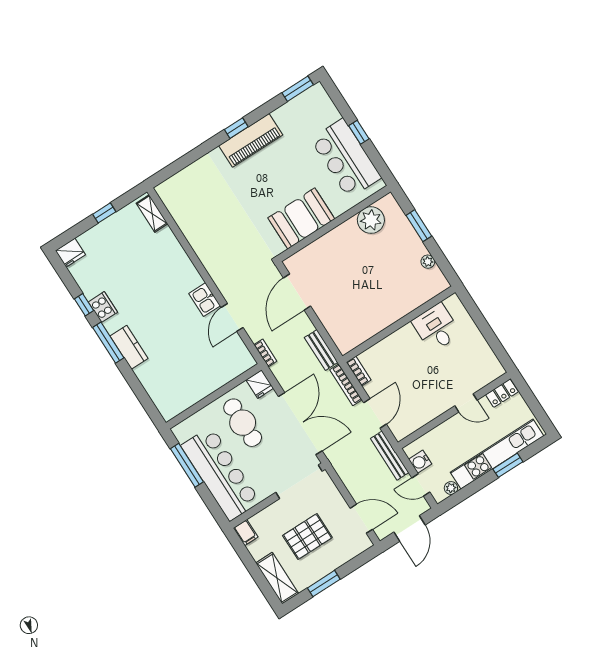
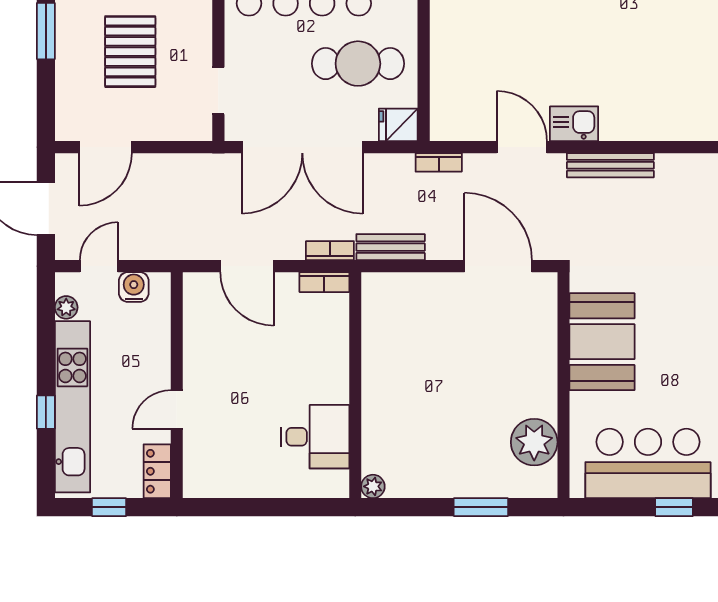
plant: (428, 262) -> (373, 486), moved
bookcase: (346, 385) -> (330, 251), width x0.64
window: (534, 405) -> (109, 507), added
bench: (390, 456) -> (610, 165), moved
window: (508, 465) -> (46, 412), width x0.67
doorway: (299, 482) -> (218, 91), width x0.53

